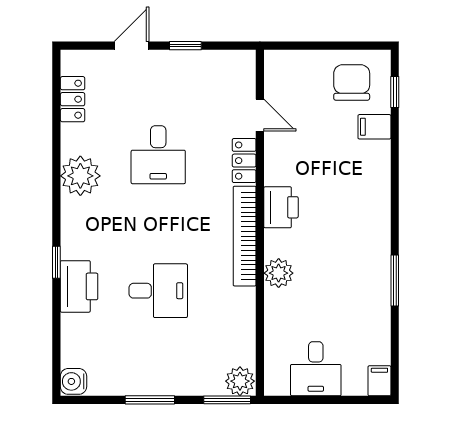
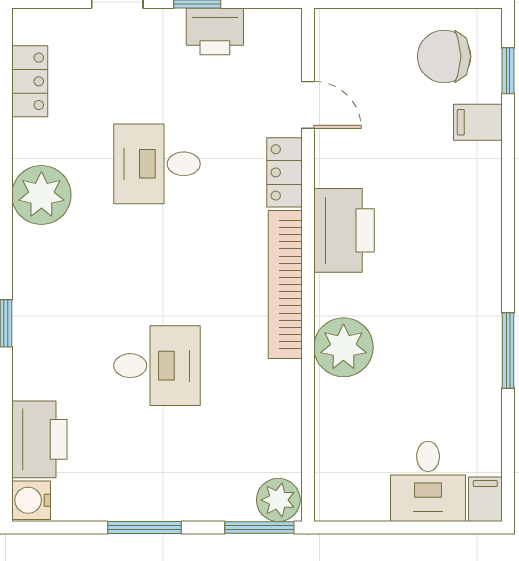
printer: (197, 65) -> (215, 31), added
chair: (352, 82) -> (444, 57), turned -90
desk: (158, 155) -> (157, 164), turned 90
printer: (281, 207) -> (344, 230), width x1.37, depth x1.19
plant: (279, 273) -> (343, 347), width x1.36, depth x1.36
printer: (79, 286) -> (39, 439), moved
desk: (316, 369) -> (428, 481), moved

